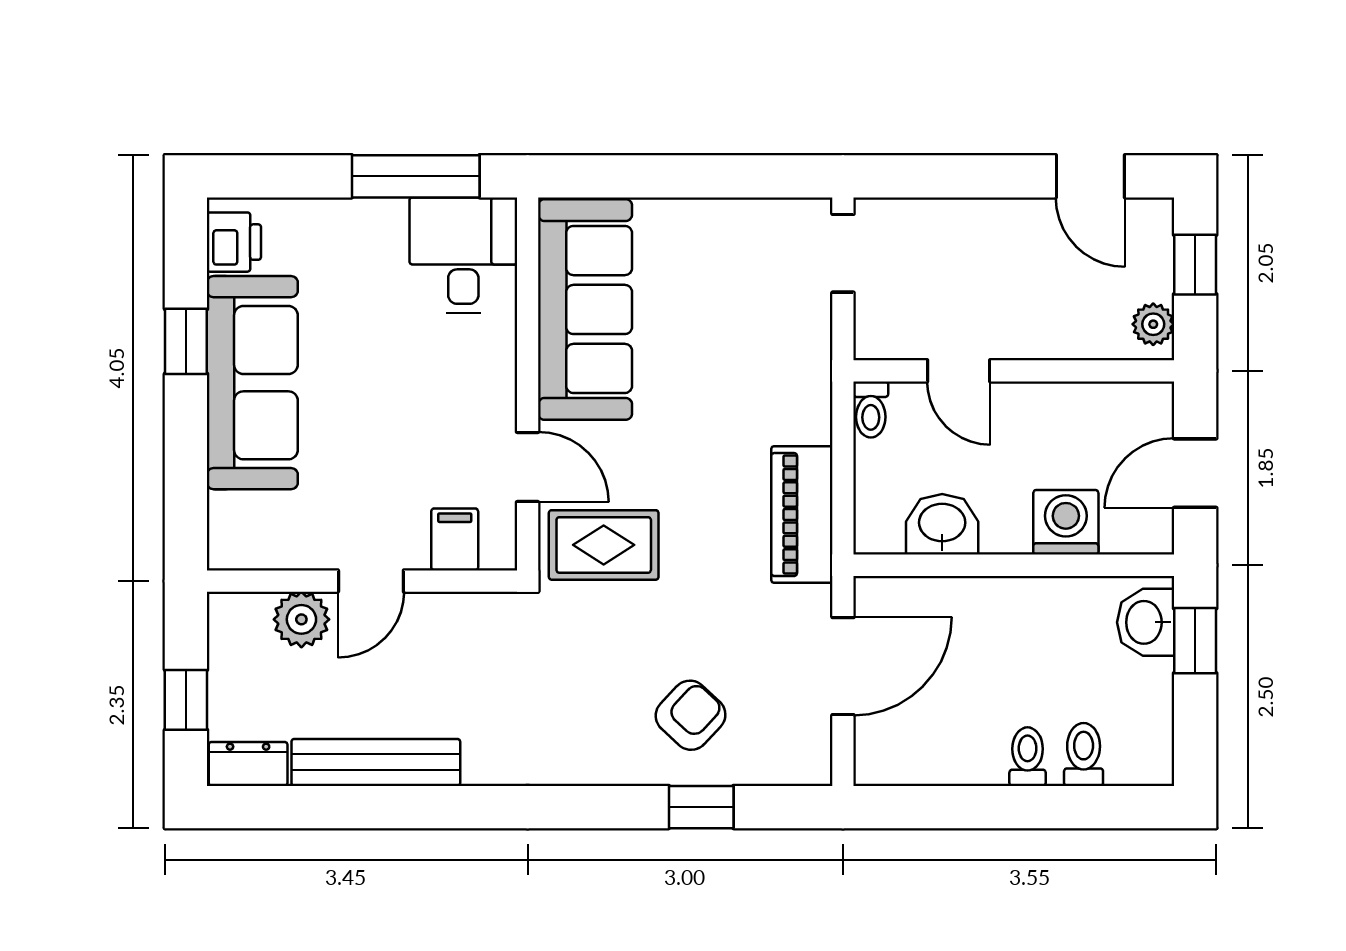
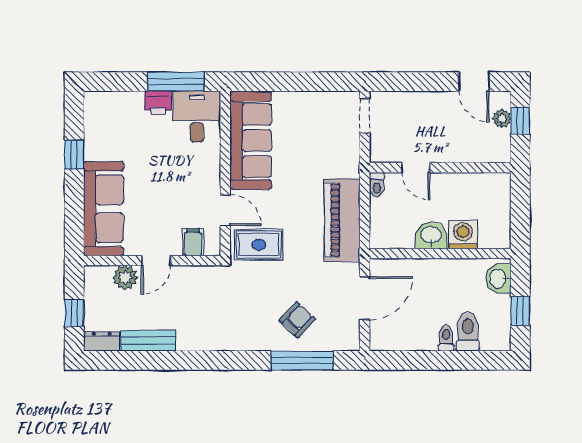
printer: (234, 242) -> (158, 103), moved, turned 90
plant: (1153, 324) -> (502, 118), moved
sofa: (252, 383) -> (104, 209), moved
door: (1195, 473) -> (520, 213), removed
piano: (802, 515) -> (342, 220), width x1.37, depth x1.33
washbasin: (942, 524) -> (431, 235), moved
window: (1195, 641) -> (520, 311), moved
toilet: (1084, 754) -> (468, 332), width x1.37, depth x1.39
bench: (376, 762) -> (148, 341), width x0.73
window: (701, 807) -> (302, 360), width x2.17

